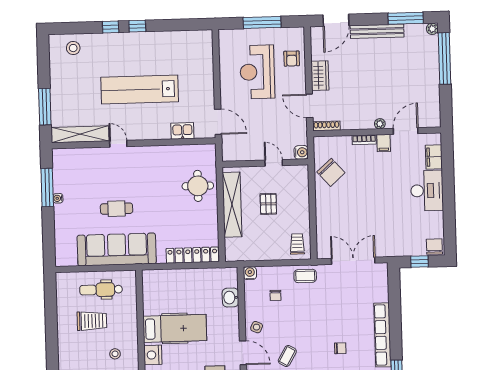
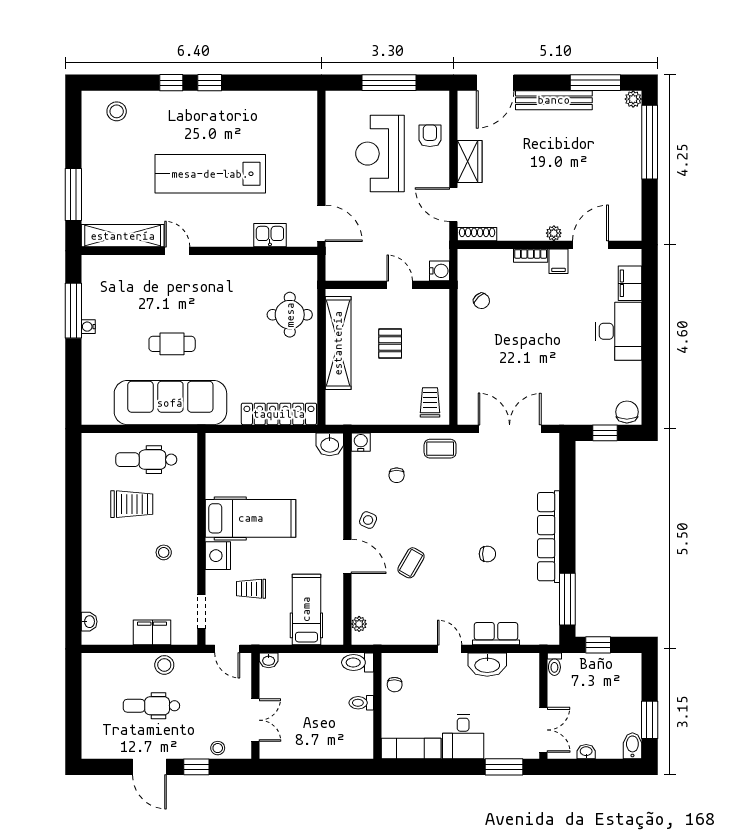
armchair: (292, 59) -> (430, 136), turned 180
chair: (331, 172) -> (482, 301), width x0.54, depth x0.54
washbasin: (230, 298) -> (330, 444), moved, turned -90

